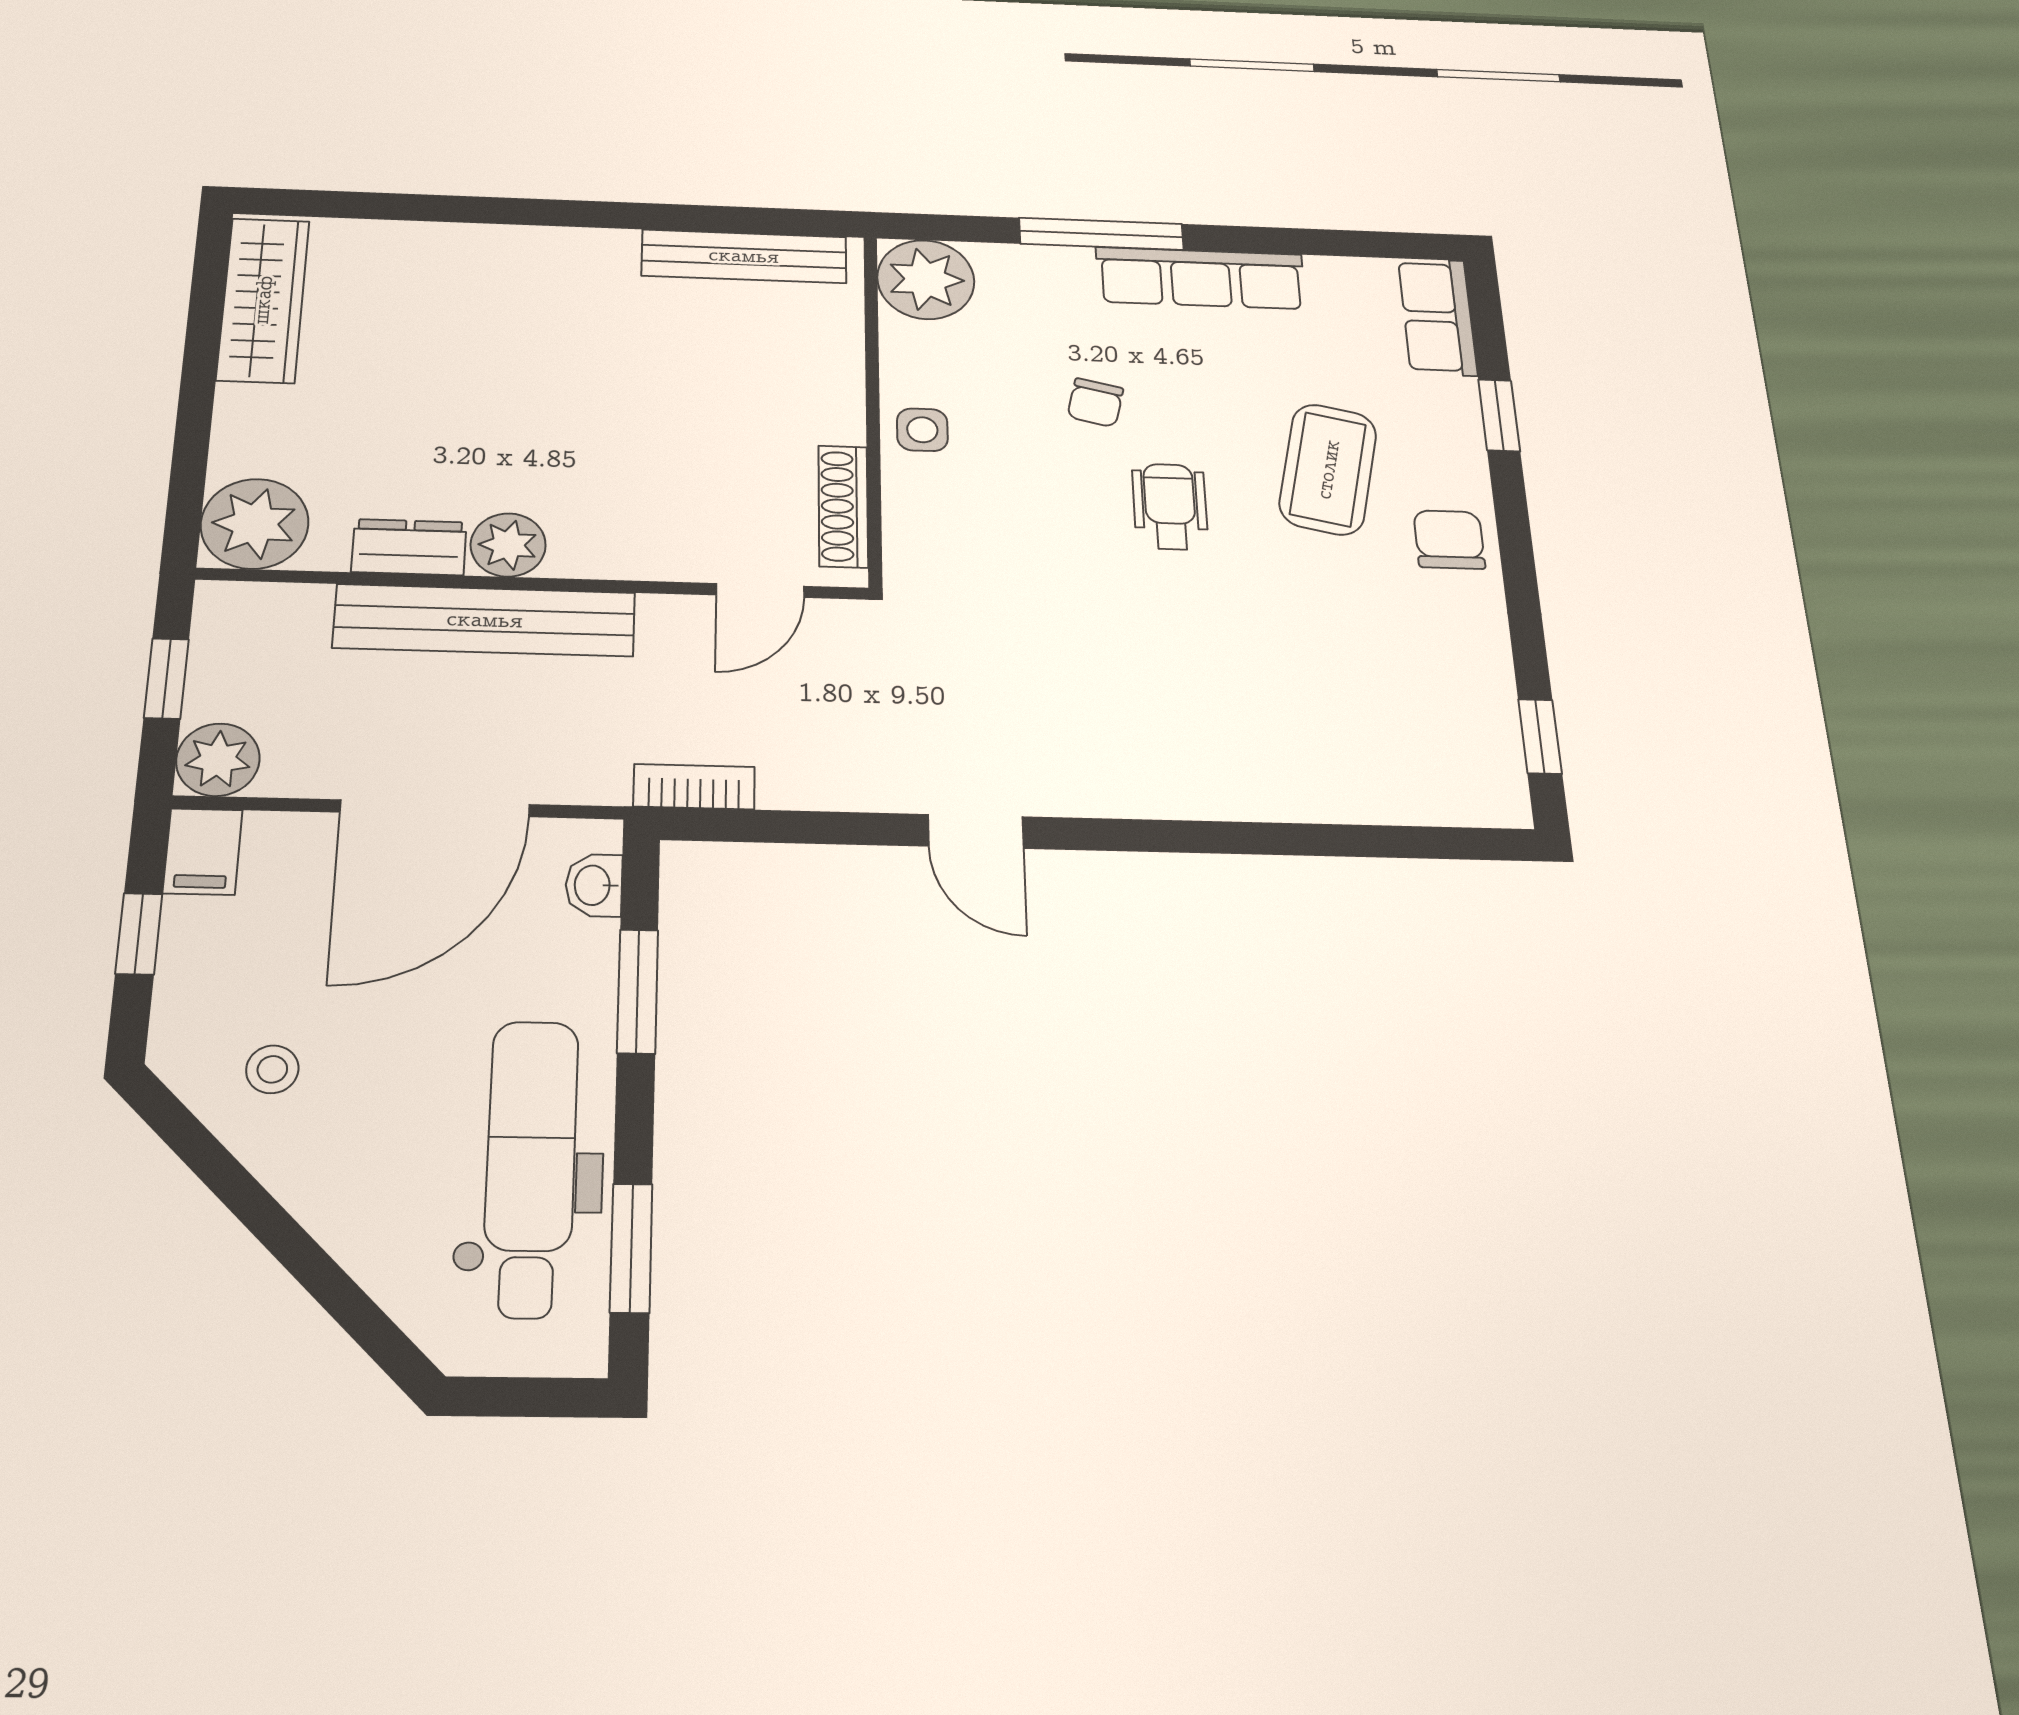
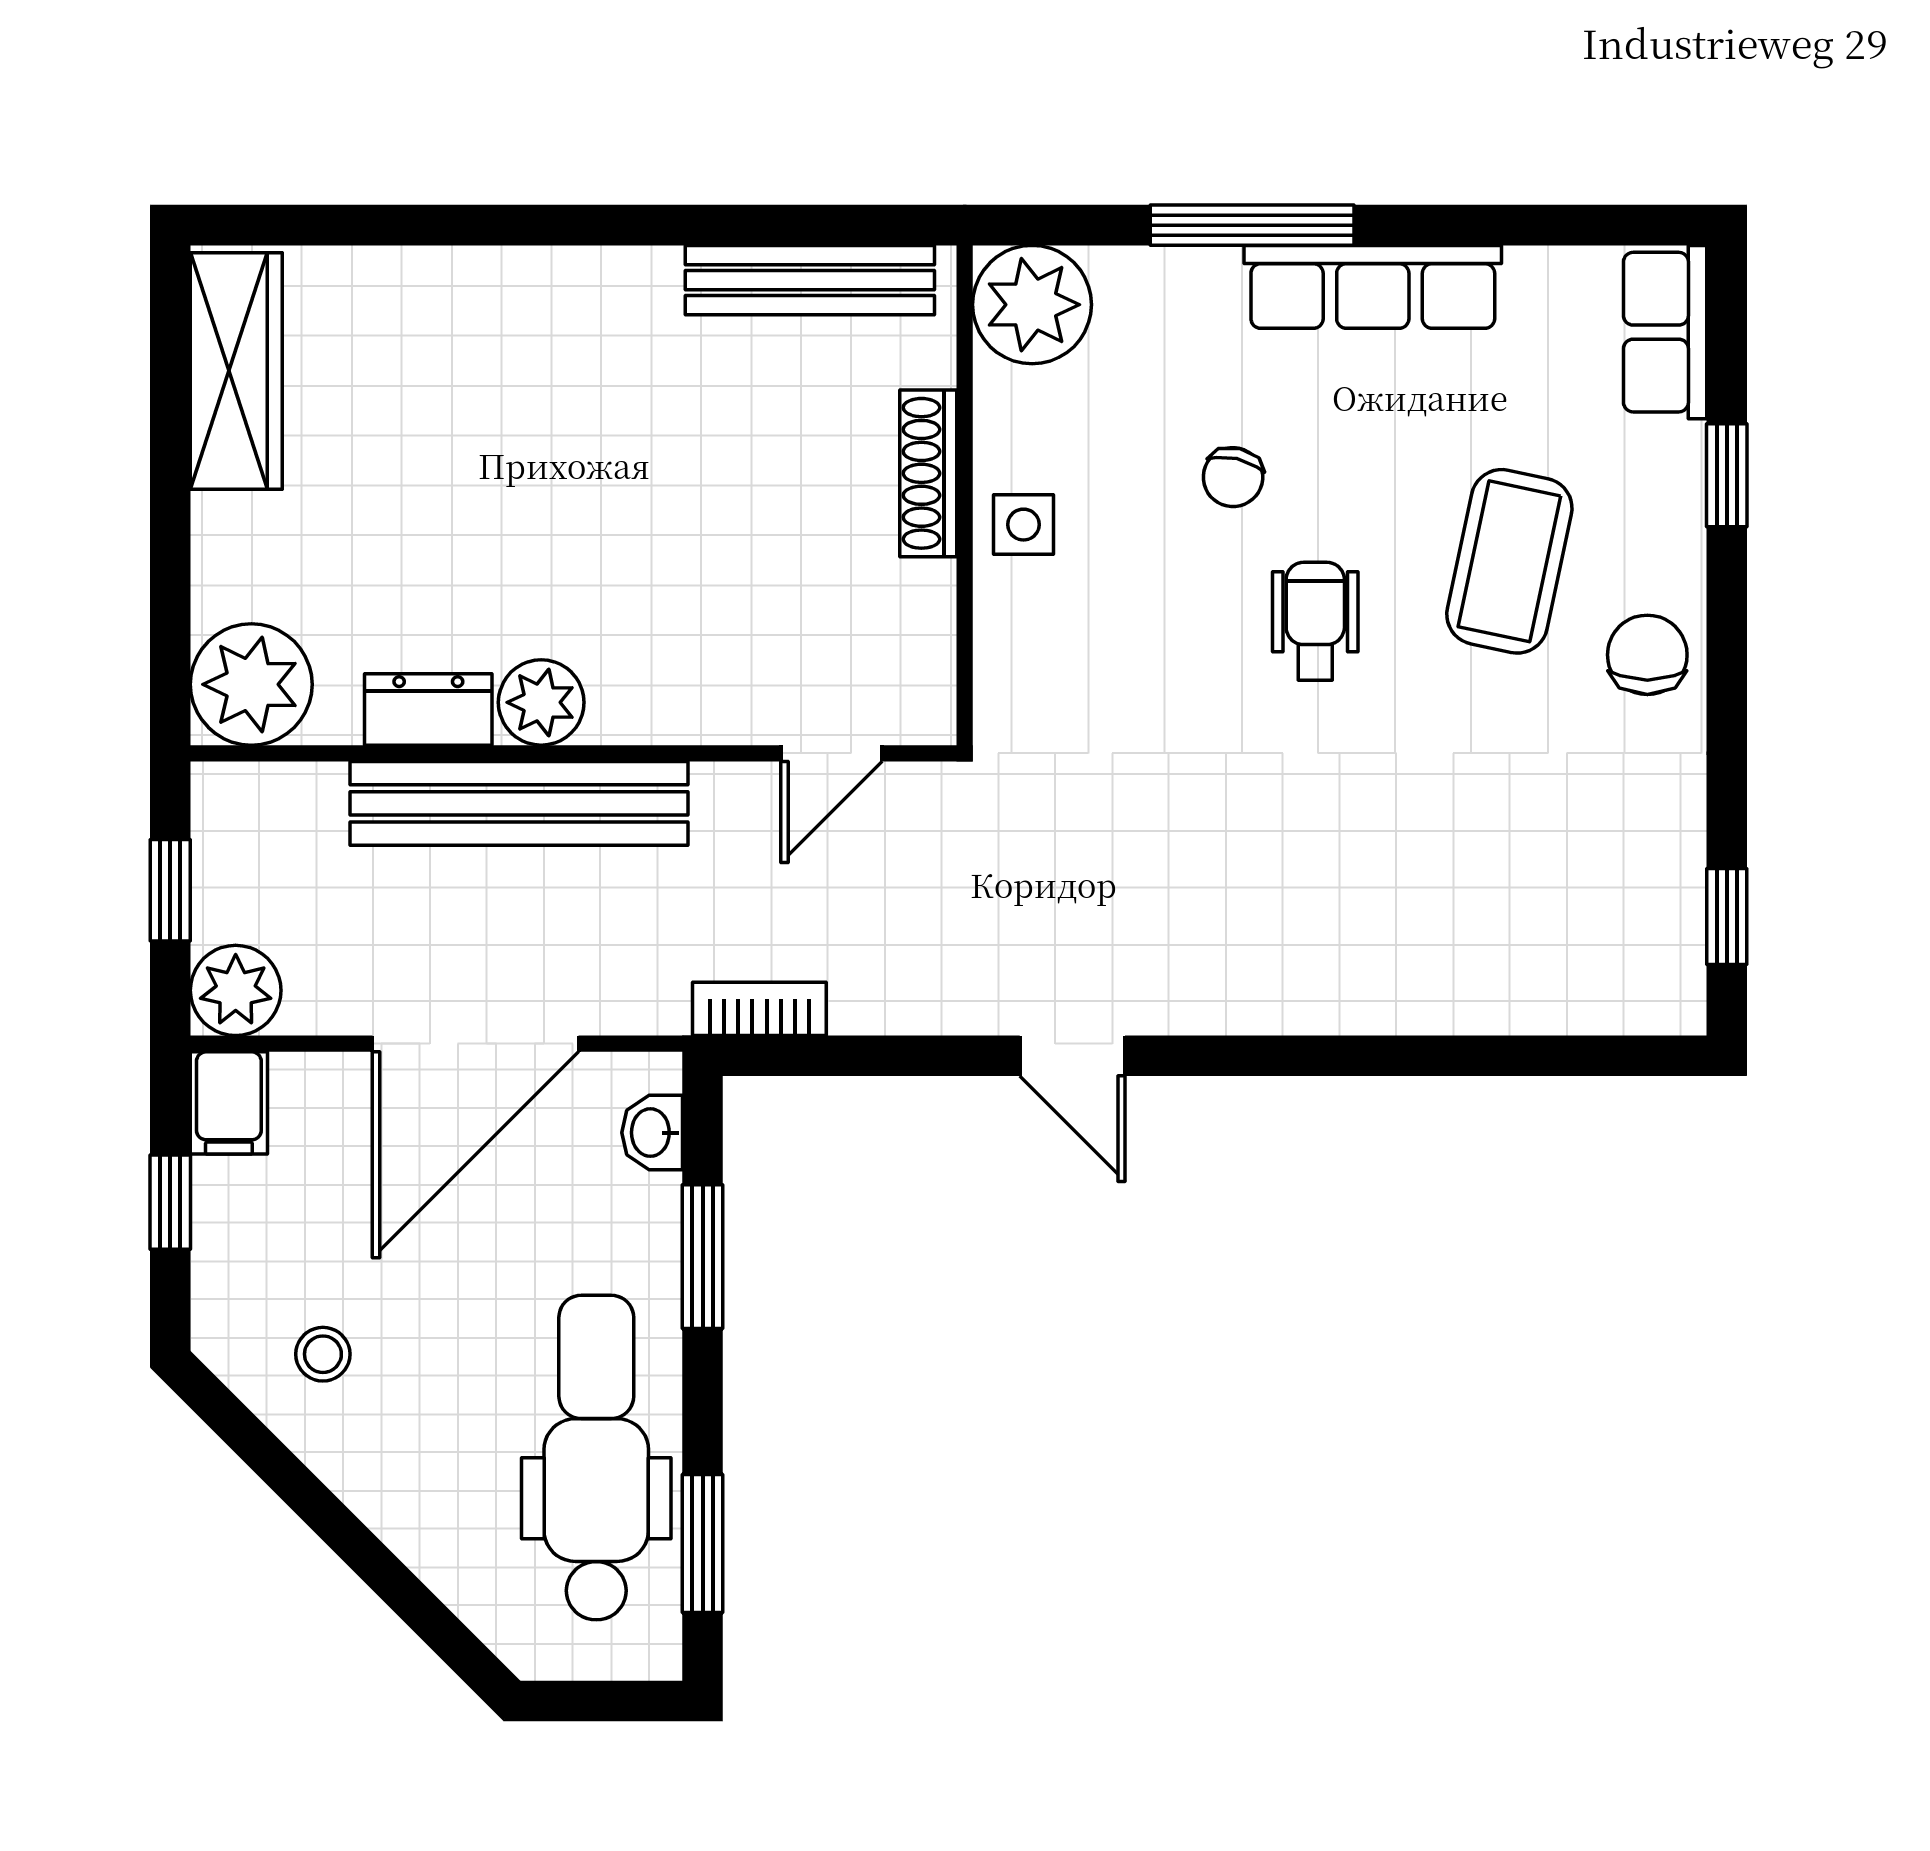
shoe rack: (843, 506) -> (928, 473), moved

